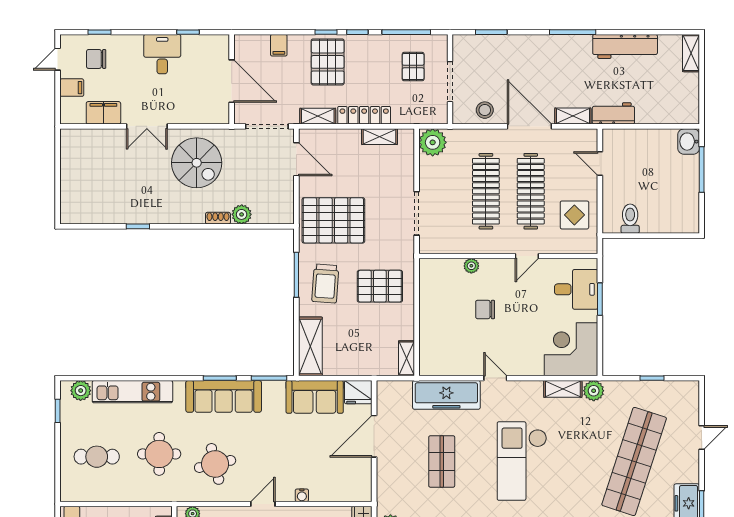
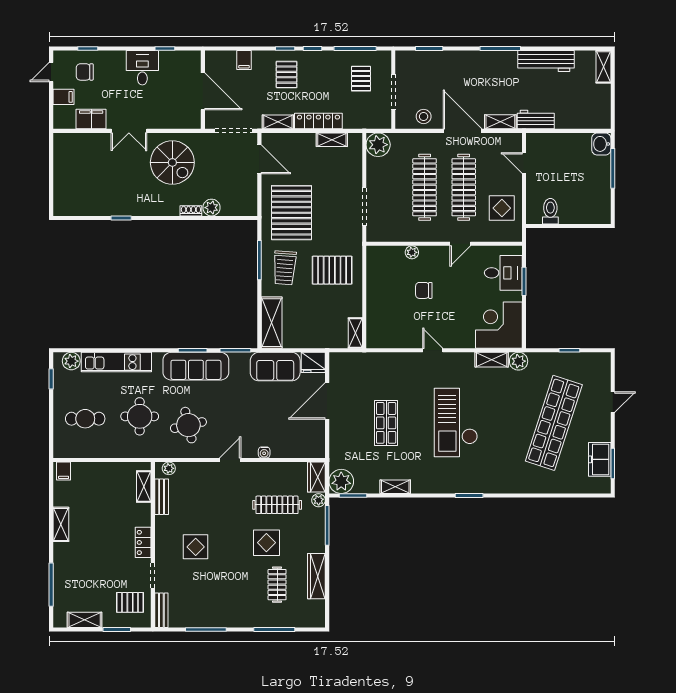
pallet: (328, 62) -> (287, 75), width x0.67, depth x0.71
pallet: (333, 220) -> (292, 213), turned 90
freezer: (446, 395) -> (390, 365), removed

